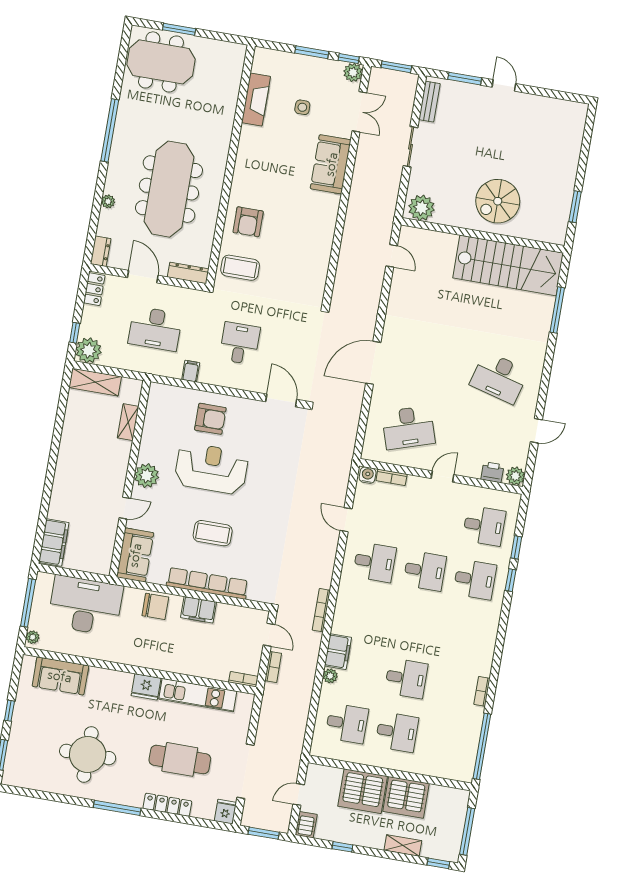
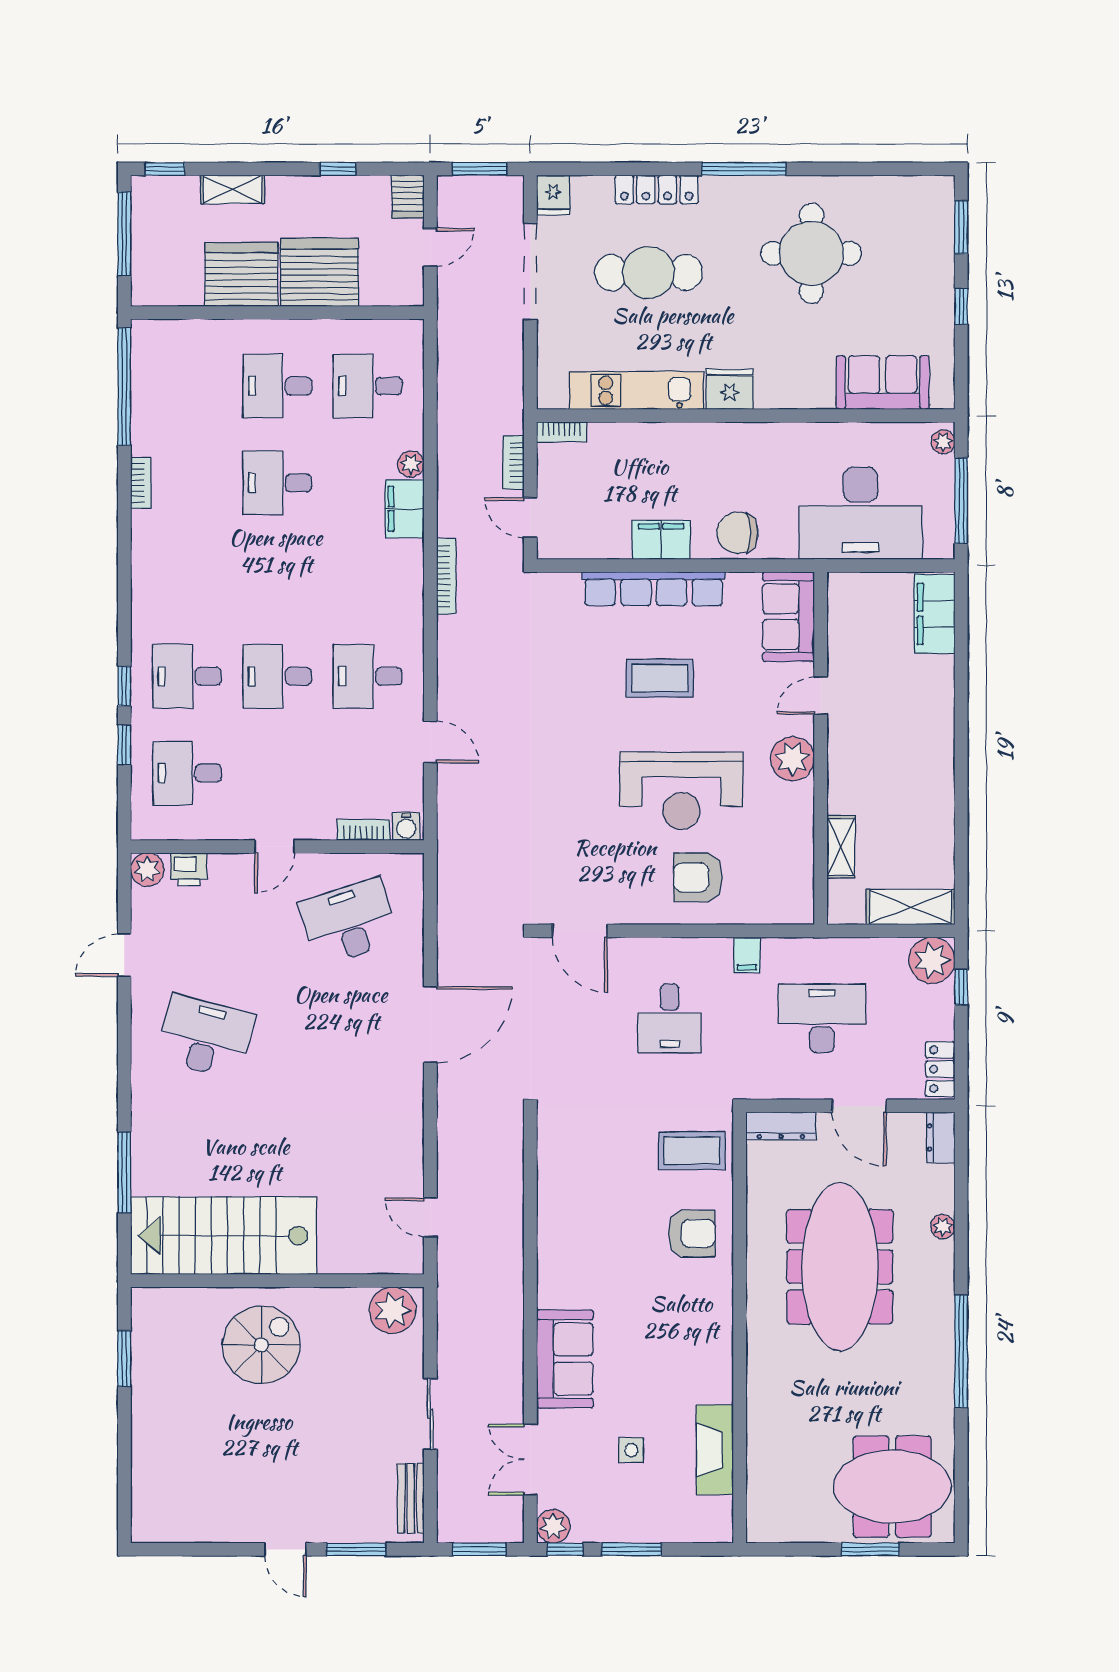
armchair: (248, 222) -> (692, 1233), turned 90

